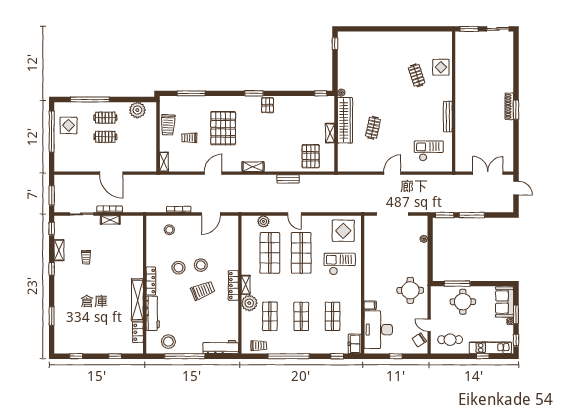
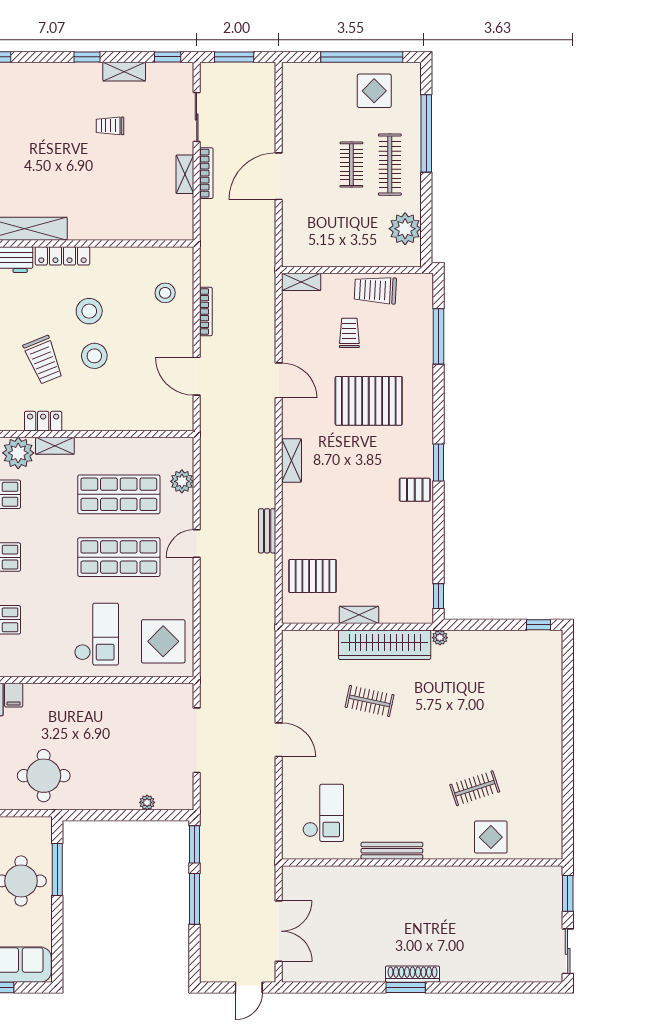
clothes rail: (105, 118) -> (390, 165), width x1.36
locker: (233, 286) -> (43, 421), width x0.66

